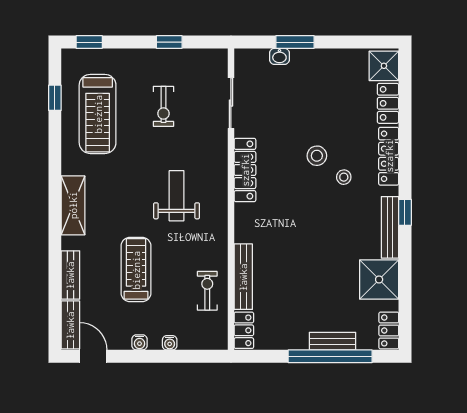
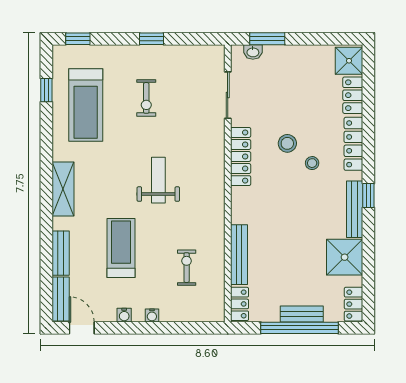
sliding door: (231, 103) -> (228, 95), moved
locker: (245, 170) -> (241, 157), moved
wall: (231, 199) -> (228, 183), moved
bench: (243, 277) -> (239, 255), moved
locker: (244, 330) -> (240, 304), moved

